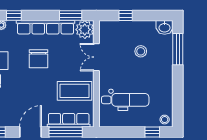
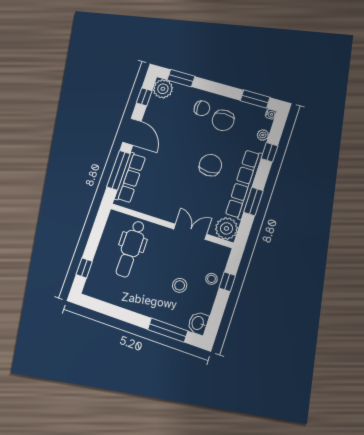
window: (71, 15) -> (253, 202), moved
chair: (38, 59) -> (210, 165), turned 90
coffee table: (74, 91) -> (160, 195), removed
stool: (165, 120) -> (211, 279), moved

